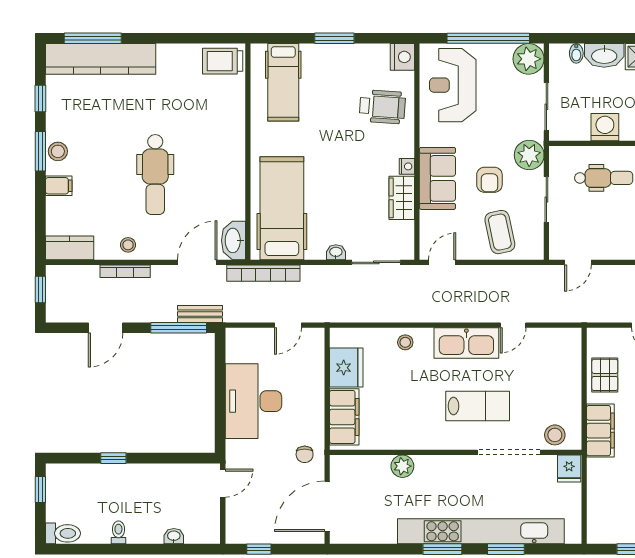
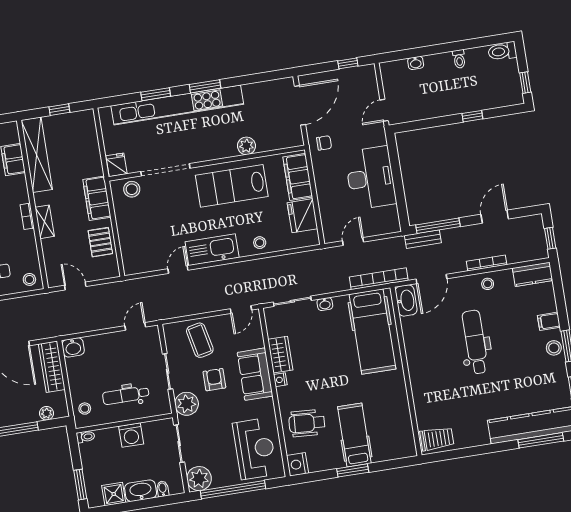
hospital bed: (283, 82) -> (354, 435), moved
lab bench: (478, 406) -> (232, 186), moved, width x1.36, depth x1.39
chair: (305, 454) -> (324, 143), turned 90

